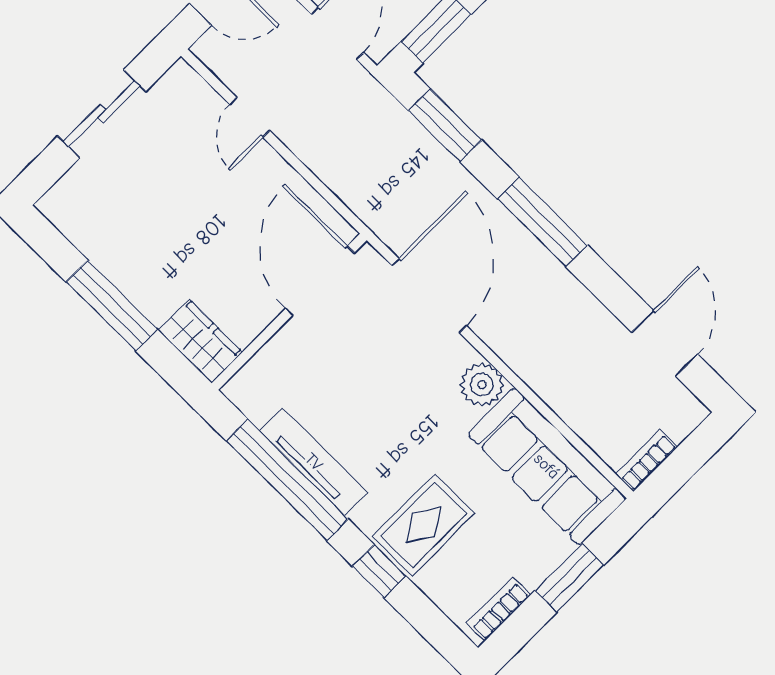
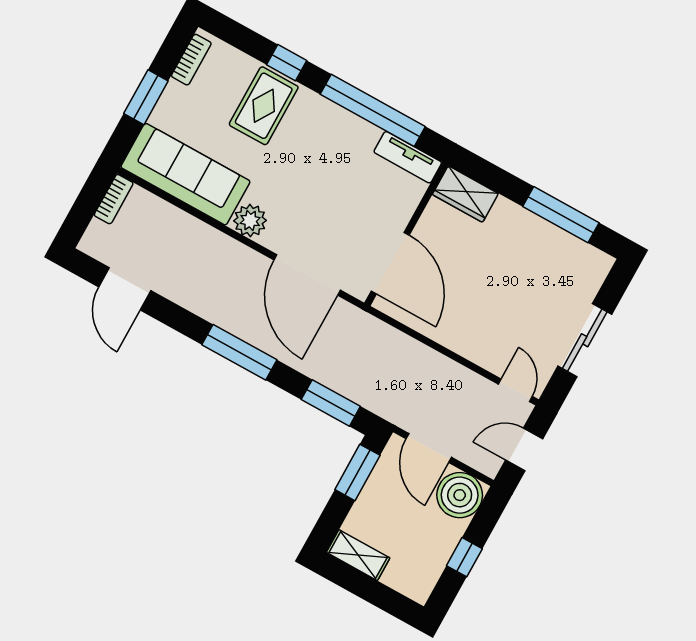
door: (250, 117) -> (515, 390), moved
window: (112, 306) -> (561, 215), moved
tv unit: (314, 462) -> (408, 157), moved, width x0.71

